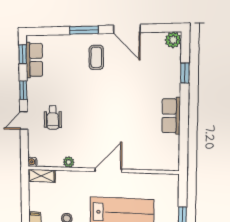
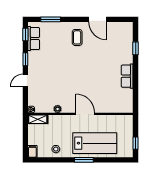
window: (84, 30) -> (51, 19), moved
plant: (173, 40) -> (128, 27), removed
wheelchair: (53, 118) -> (46, 78), removed
door: (108, 170) -> (85, 114), hinge flipped

